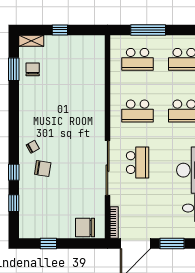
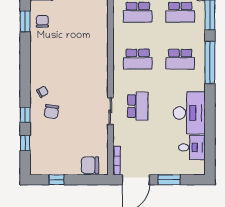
sliding door: (108, 168) -> (110, 111), width x0.54
chair: (43, 169) -> (51, 112), turned 89

